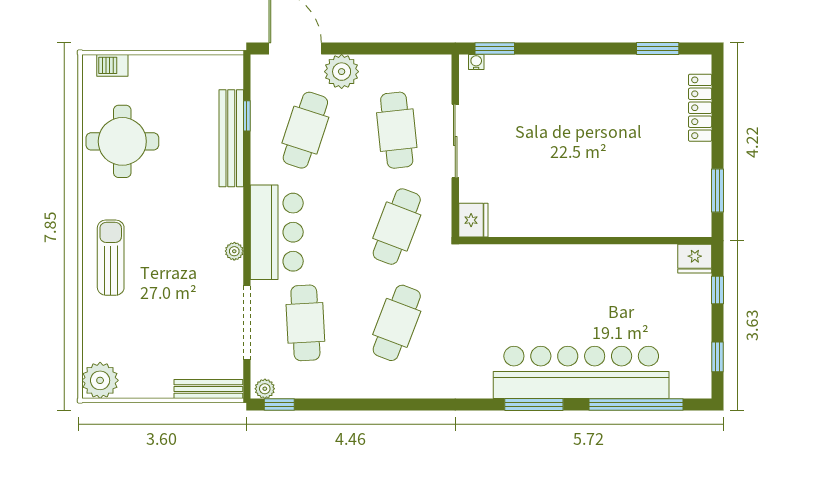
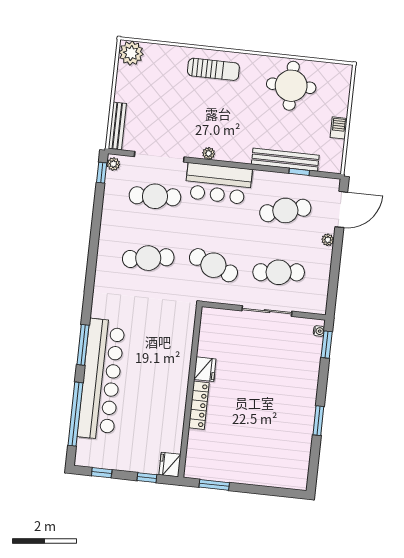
window: (658, 49) -> (318, 421), moved
barbecue: (112, 65) -> (339, 128), moved
plant: (342, 72) -> (328, 240), width x0.53, depth x0.53
locker: (700, 108) -> (199, 405), moved, turned 90
cafe table: (305, 130) -> (285, 210), turned -33
fridge: (473, 220) -> (205, 369), moved, turned -90
cafe table: (397, 323) -> (148, 258), turned -30

